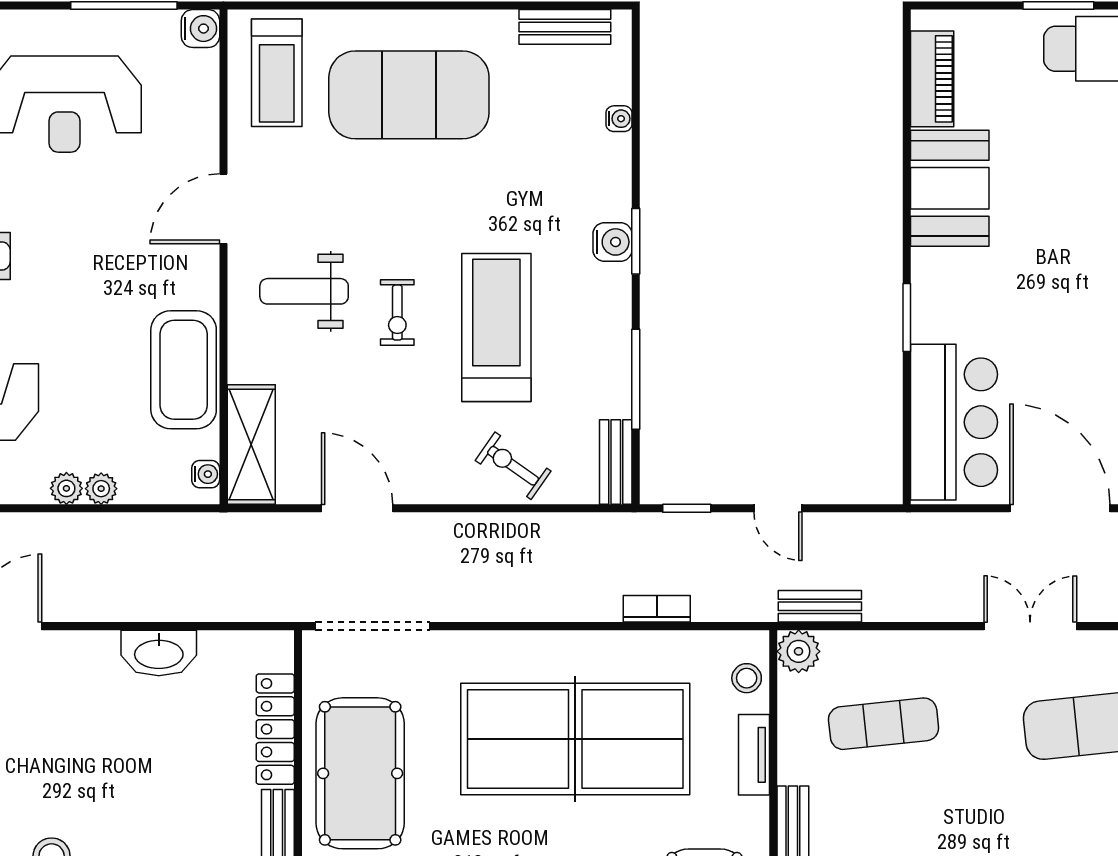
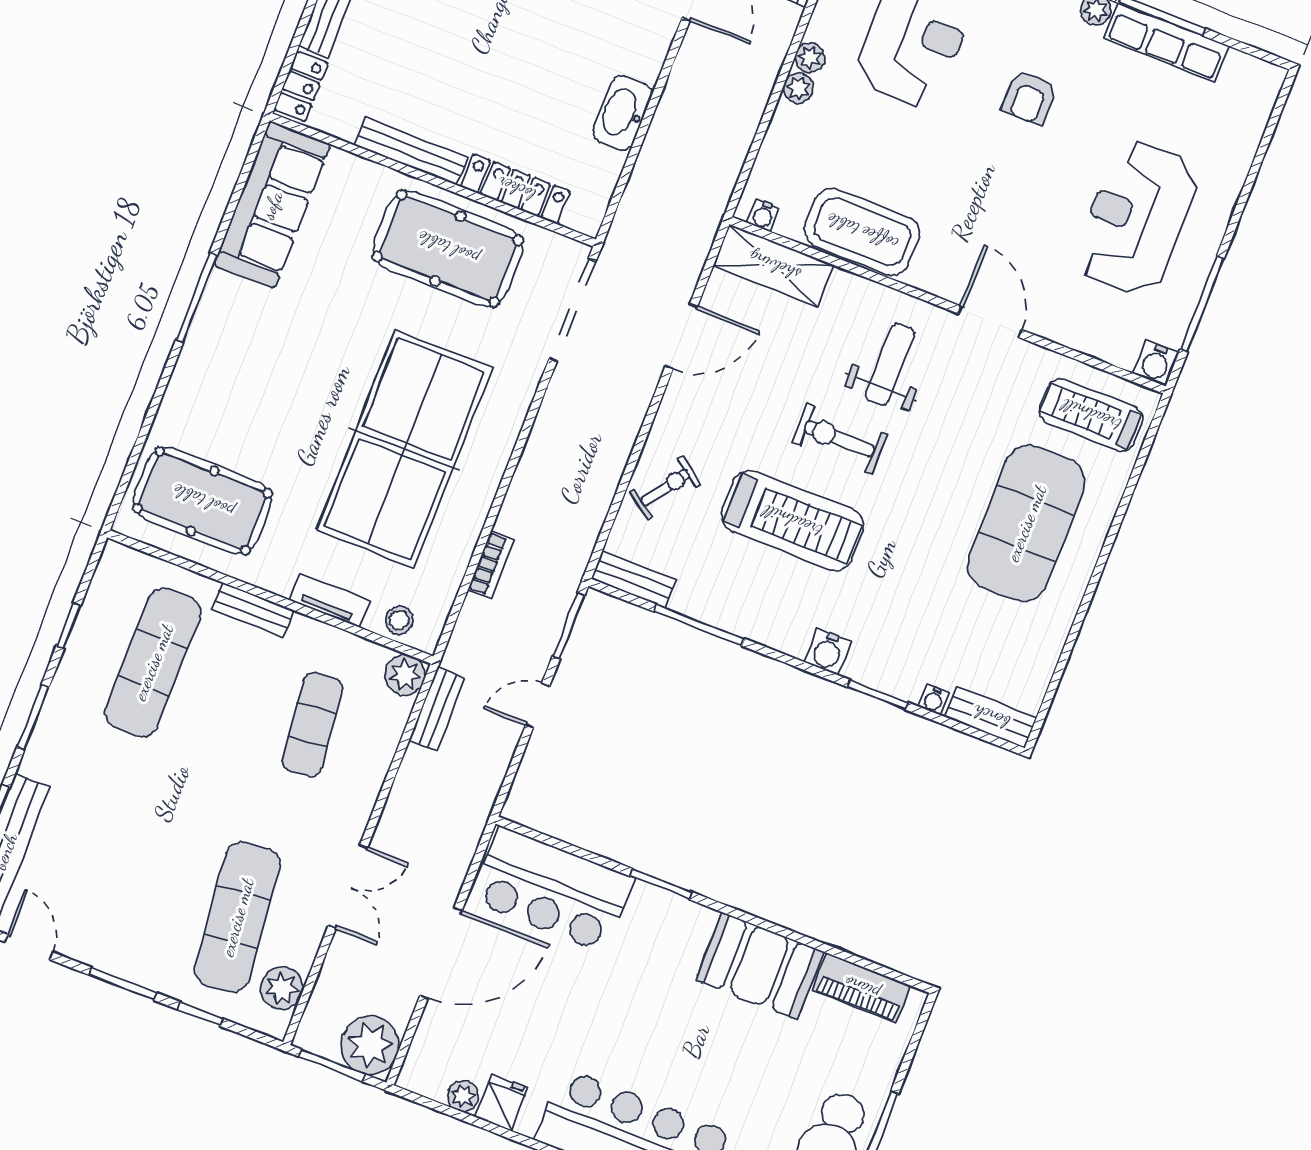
bench: (565, 27) -> (991, 717), moved, turned 90
window: (636, 241) -> (878, 695), moved
exercise bike: (397, 313) -> (839, 439), width x1.38, depth x1.39
plant: (101, 489) -> (810, 58), moved
window: (687, 508) -> (569, 626), width x1.50

